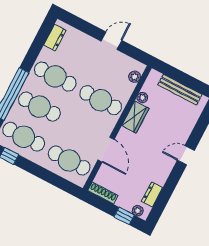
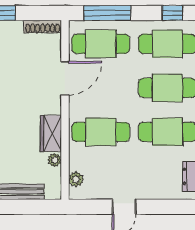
door: (106, 150) -> (65, 78), swing flipped
window: (54, 179) -> (107, 13), added

